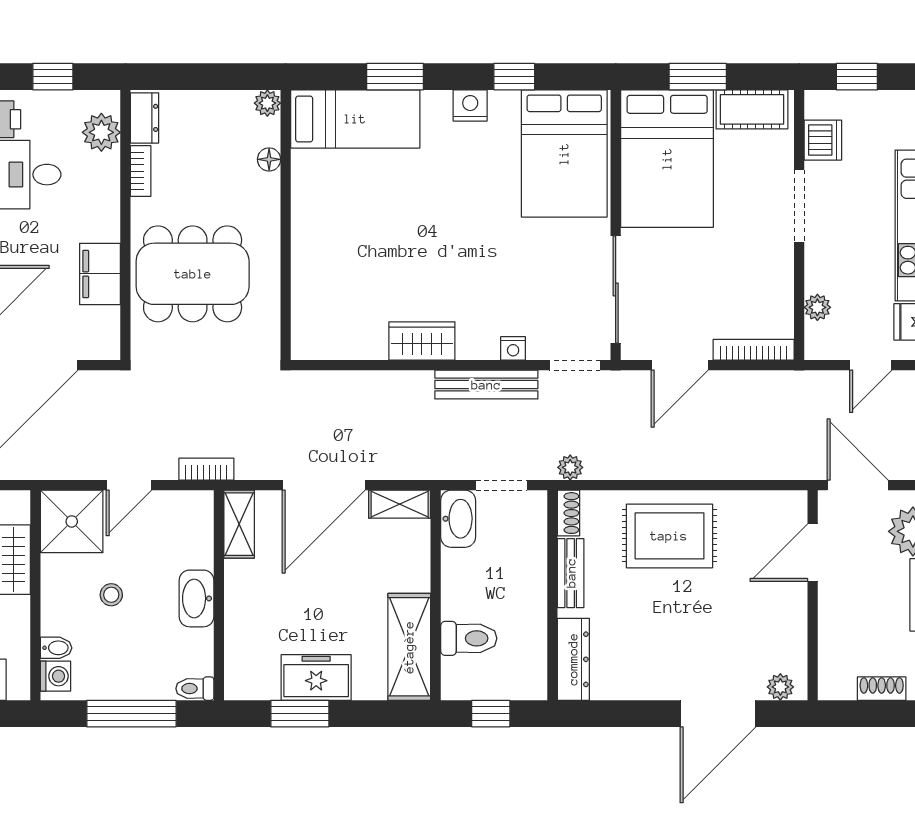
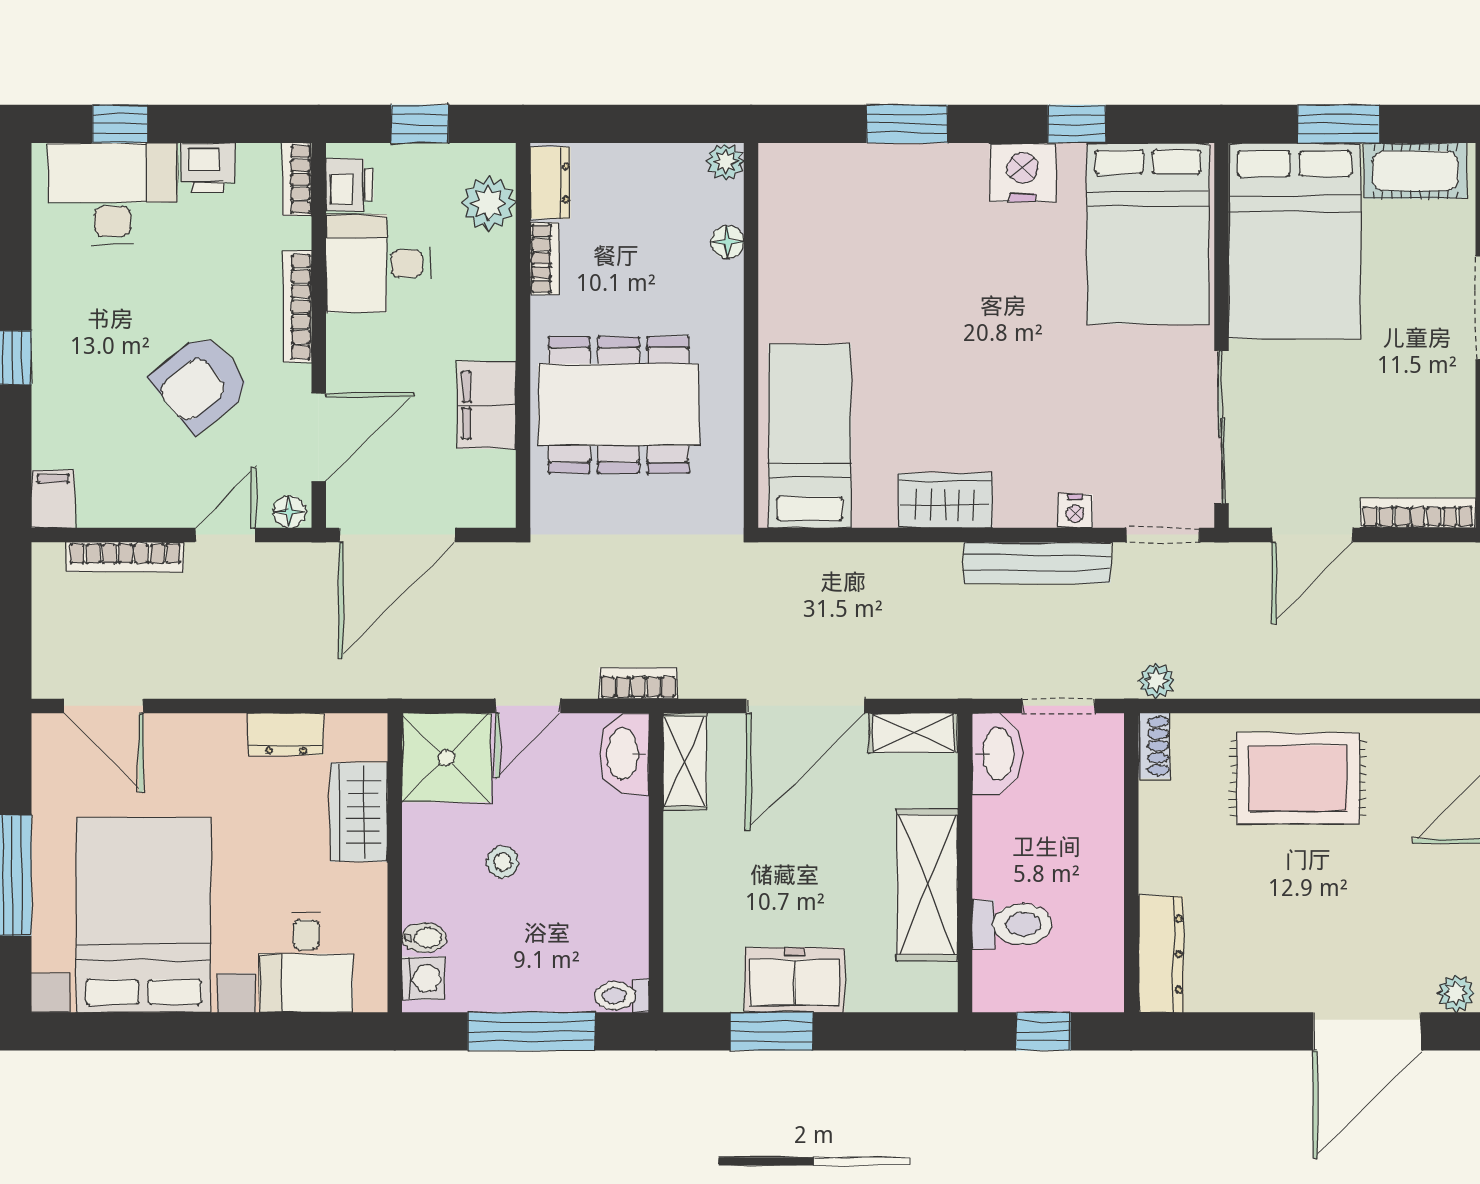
nightstand: (470, 106) -> (1023, 172), width x1.36, depth x1.33
bed: (355, 119) -> (810, 436), moved, turned -90
bench: (571, 573) -> (1157, 831), removed
washbasin: (197, 598) -> (624, 754), moved
shelving: (409, 647) -> (927, 885), moved

